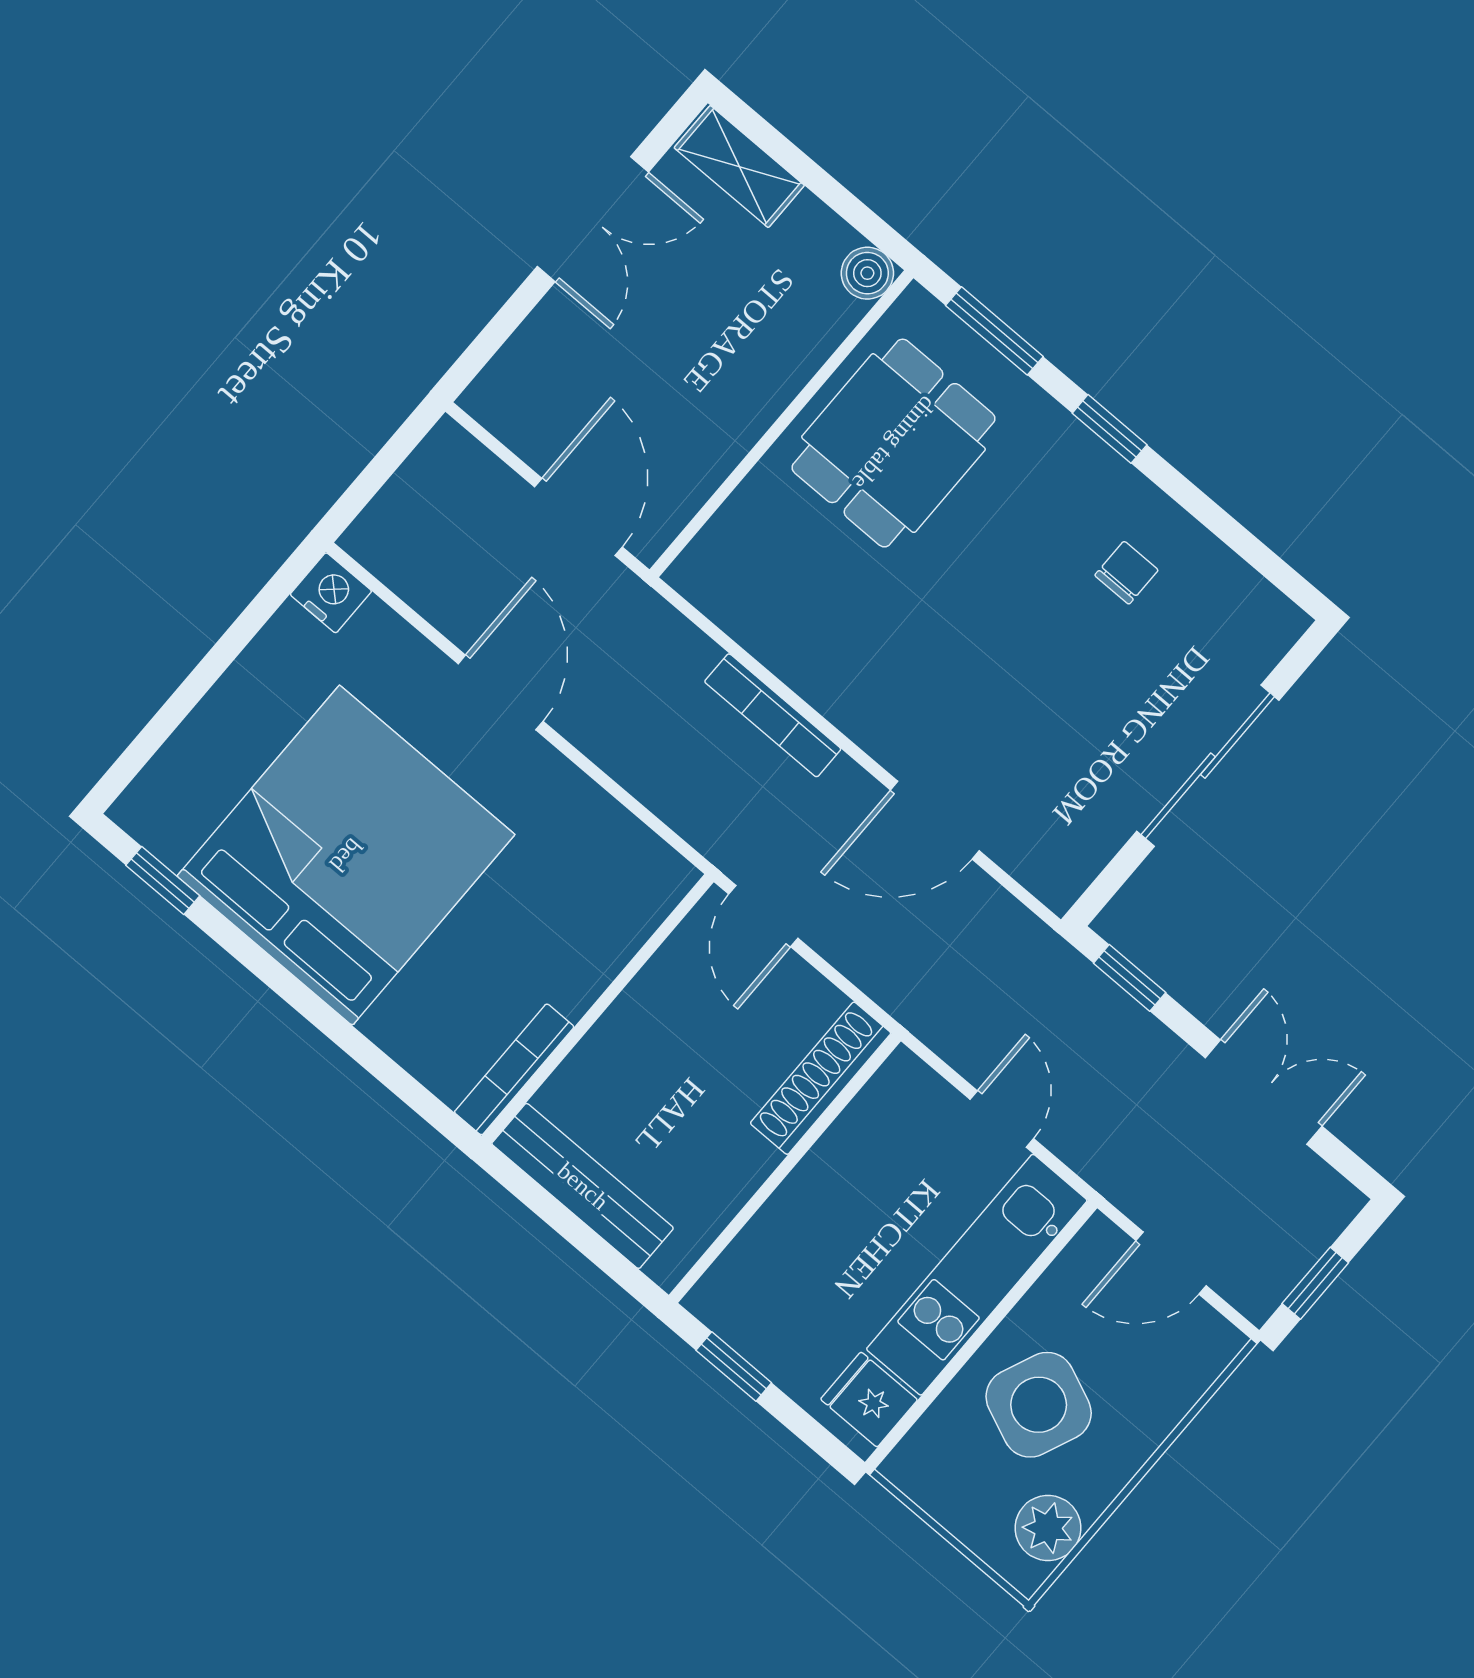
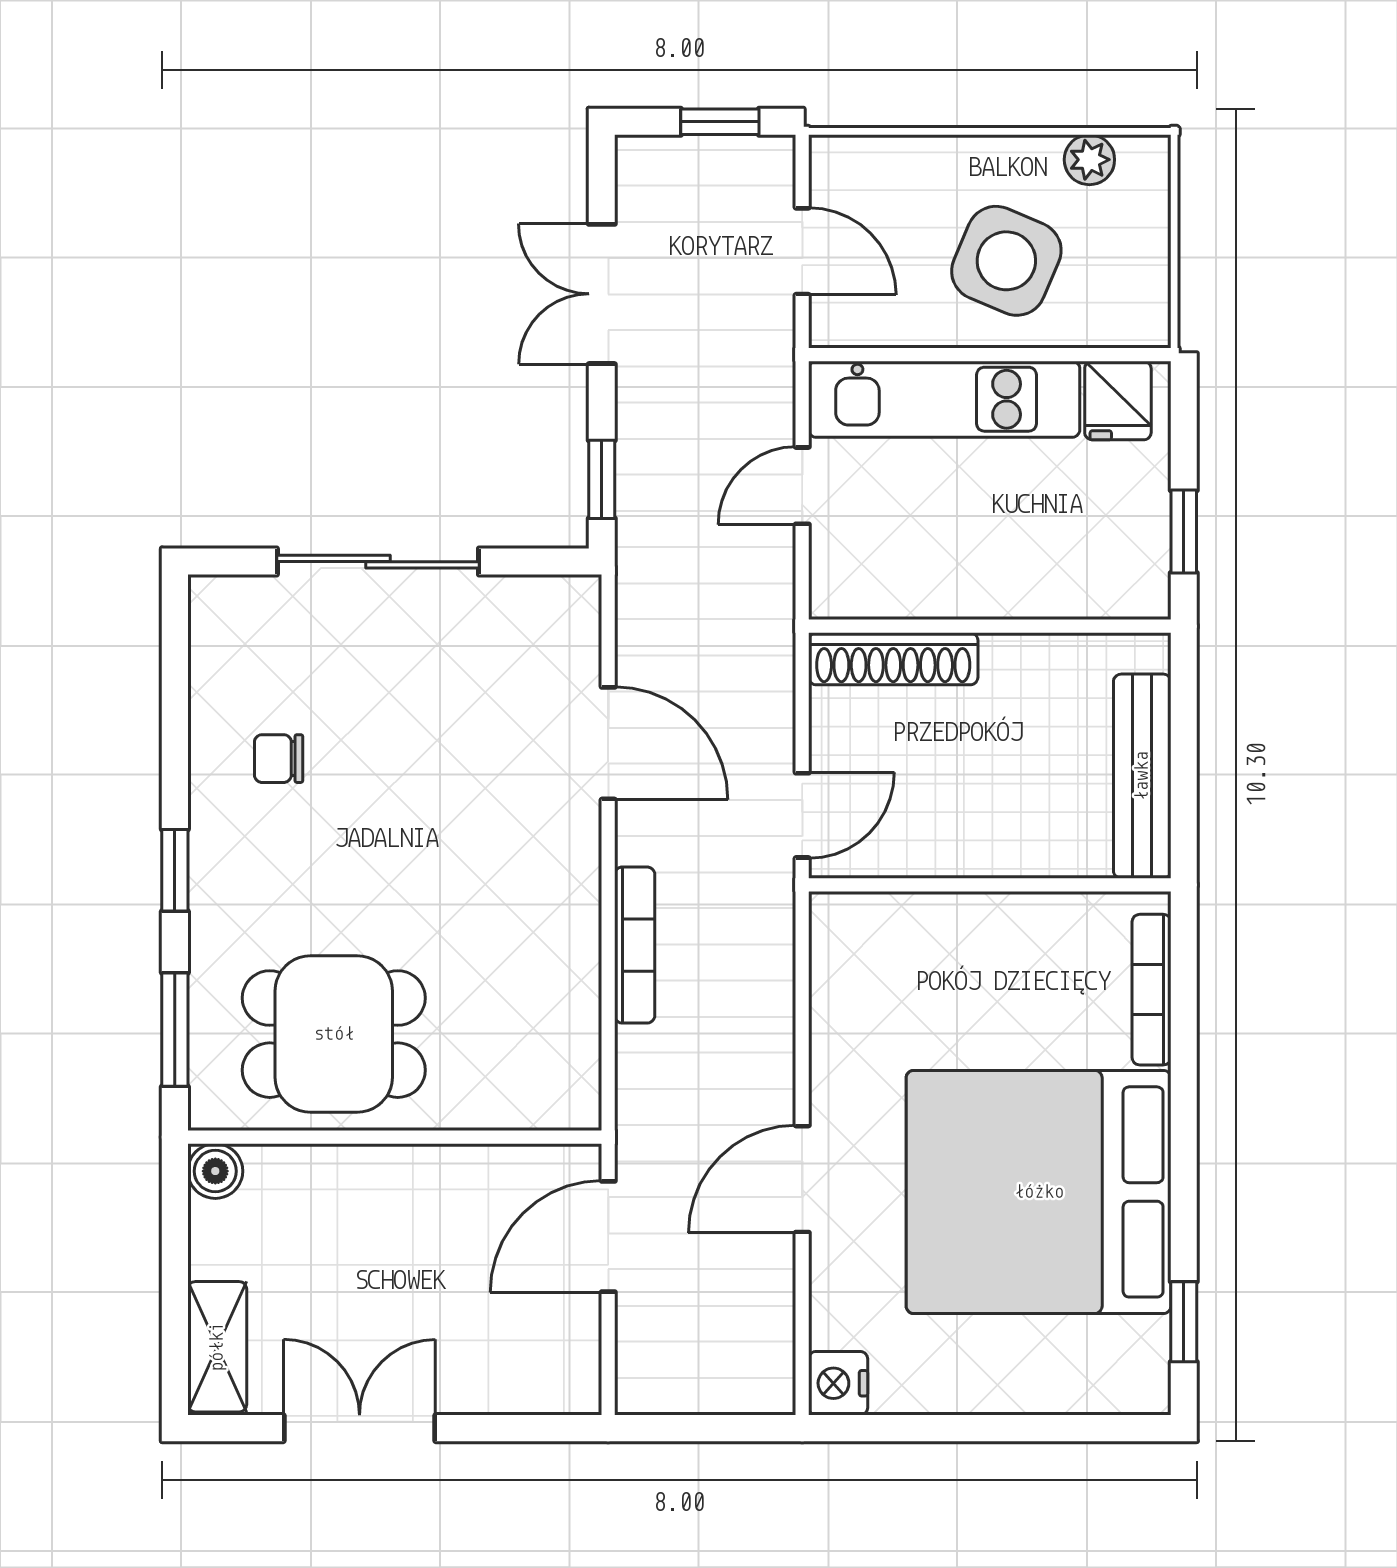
bookcase: (514, 1069) -> (1152, 990), moved, turned 90
plant: (1048, 1528) -> (1089, 160), width x0.73, depth x0.73

